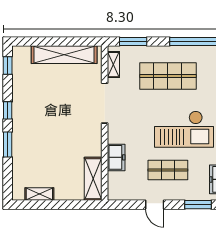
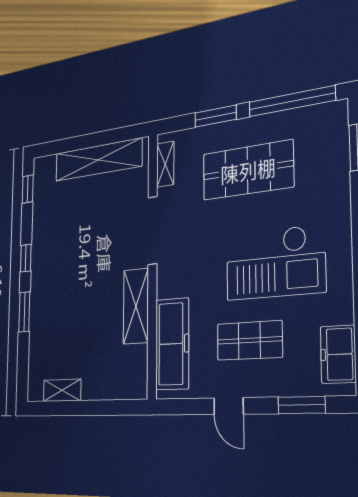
window: (133, 41) -> (216, 116), moved
freezer: (116, 157) -> (172, 344), width x1.91, depth x1.26
shelving: (93, 179) -> (136, 306), moved

